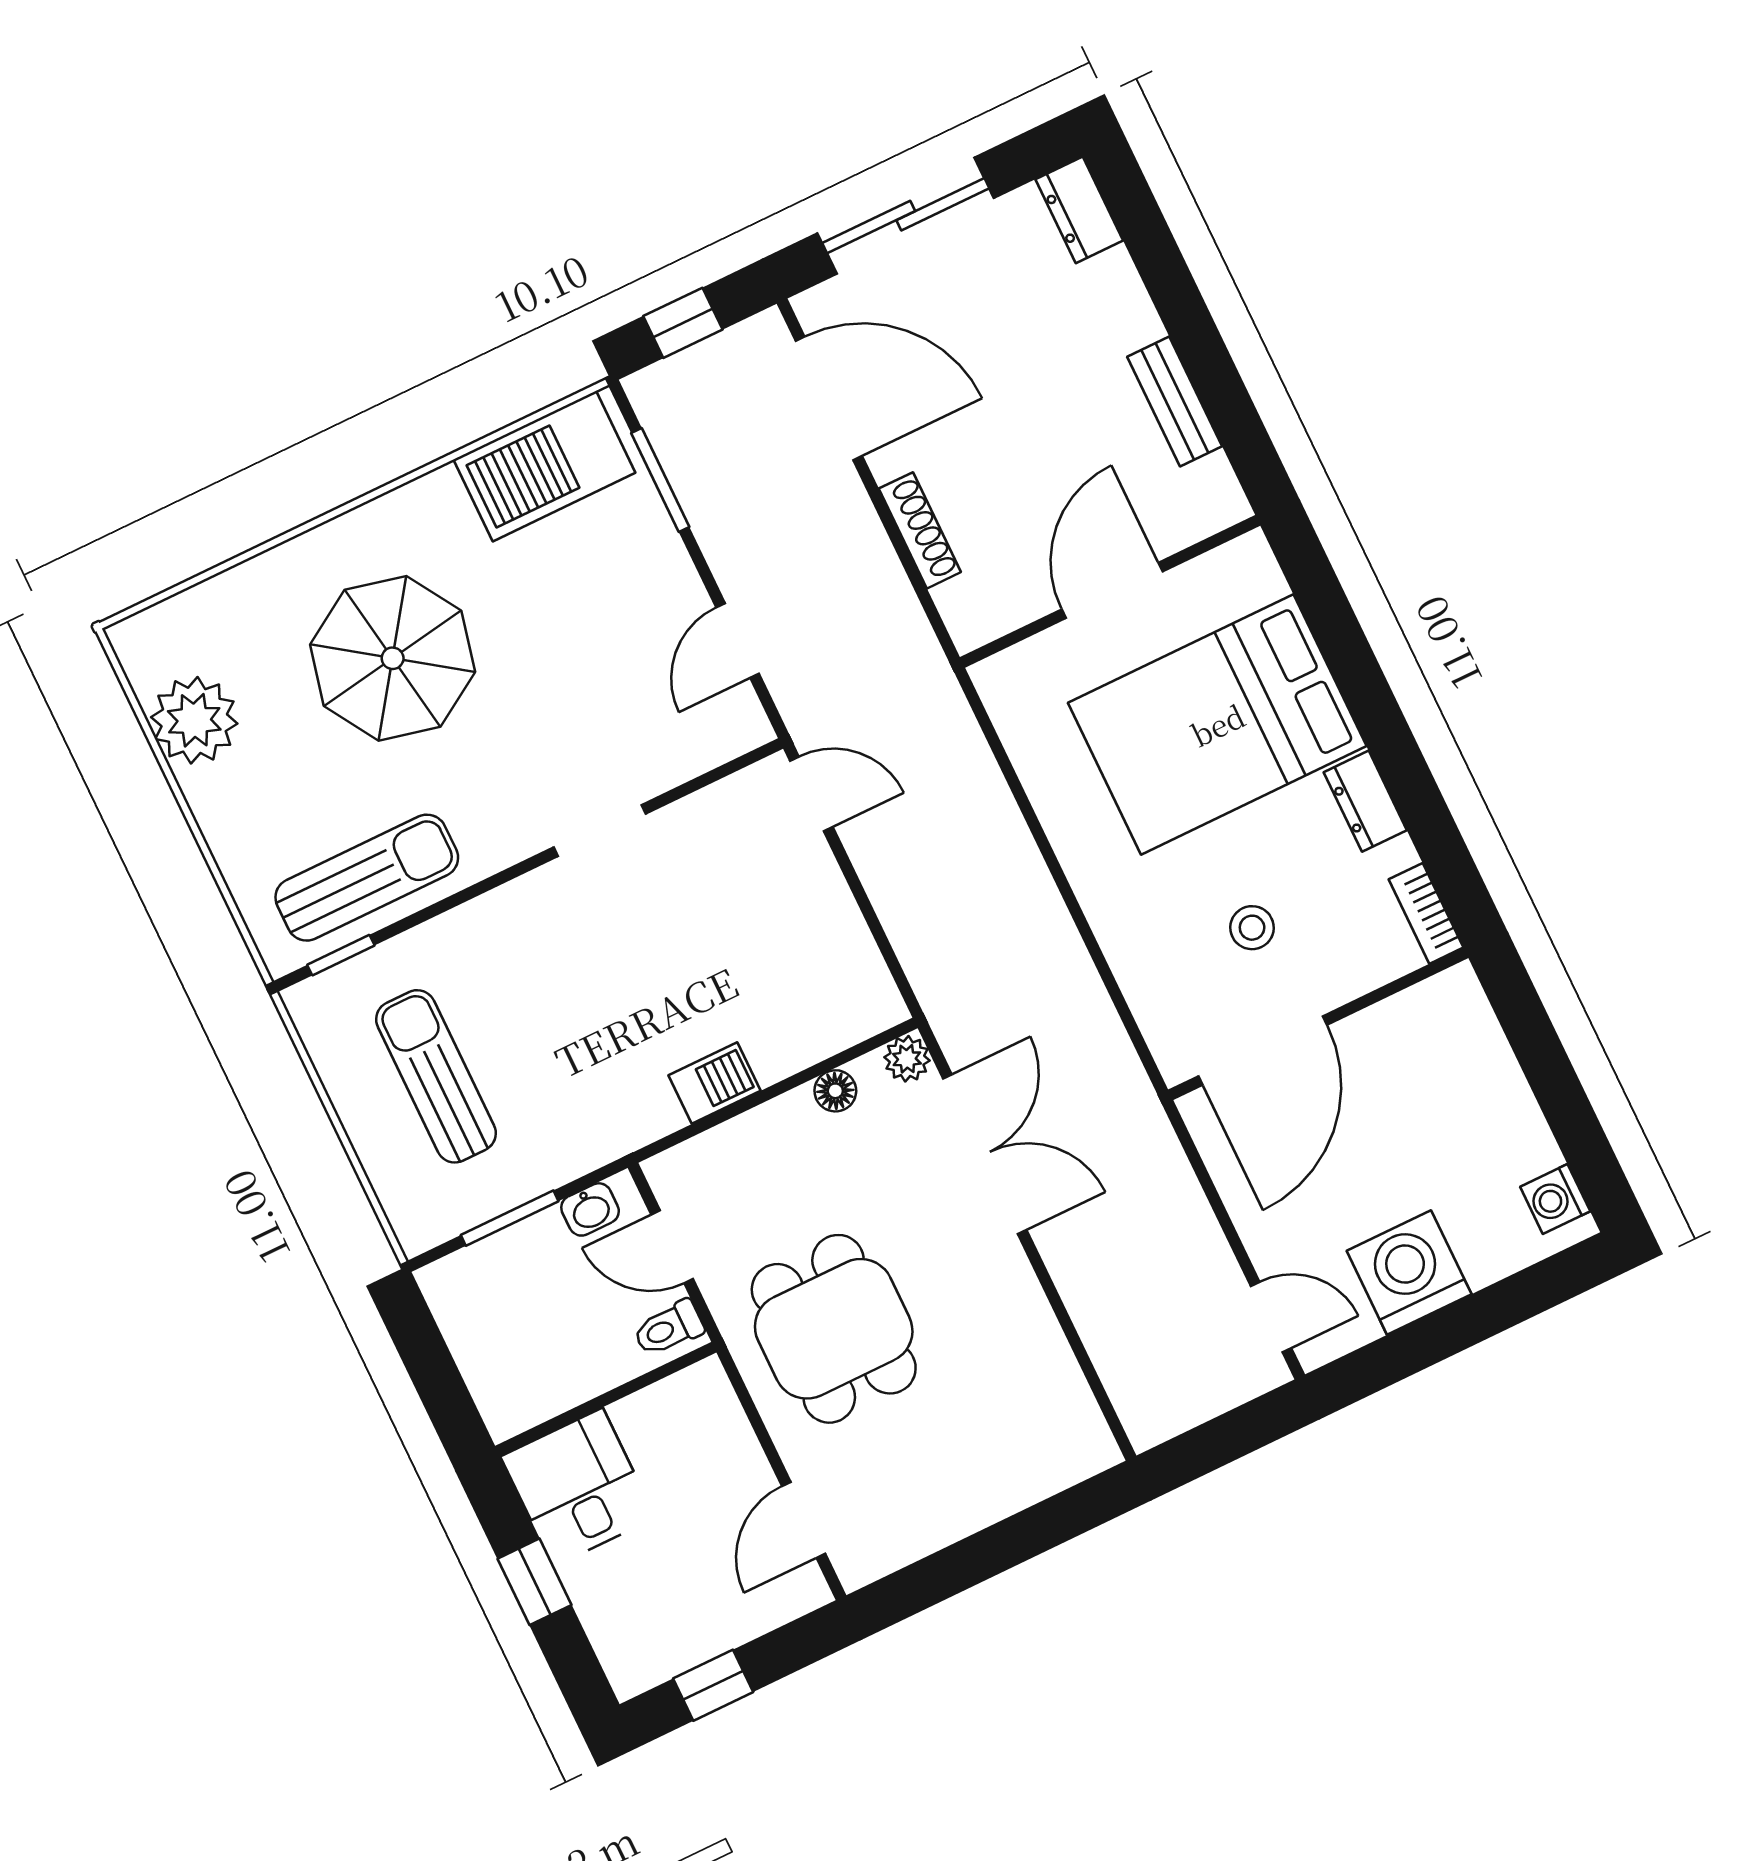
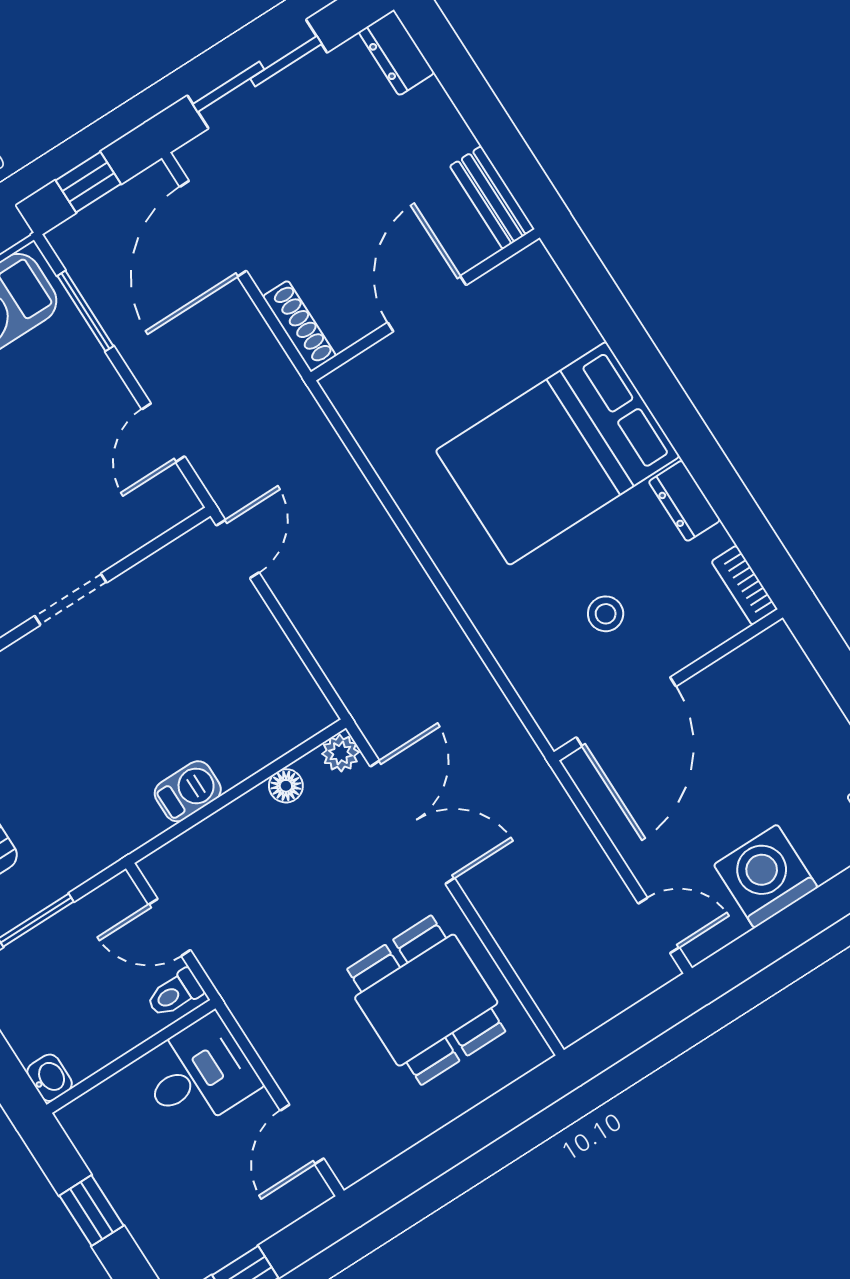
door: (829, 398) -> (213, 229), swing flipped
door: (1112, 590) -> (427, 304), moved
wall: (1110, 591) -> (425, 305), moved
door: (811, 794) -> (238, 549), hinge flipped
washbasin: (590, 1209) -> (50, 1078), moved, turned -90
dining table: (834, 1329) -> (426, 1000), moved
desk: (578, 1487) -> (199, 1074), moved, turned 90

